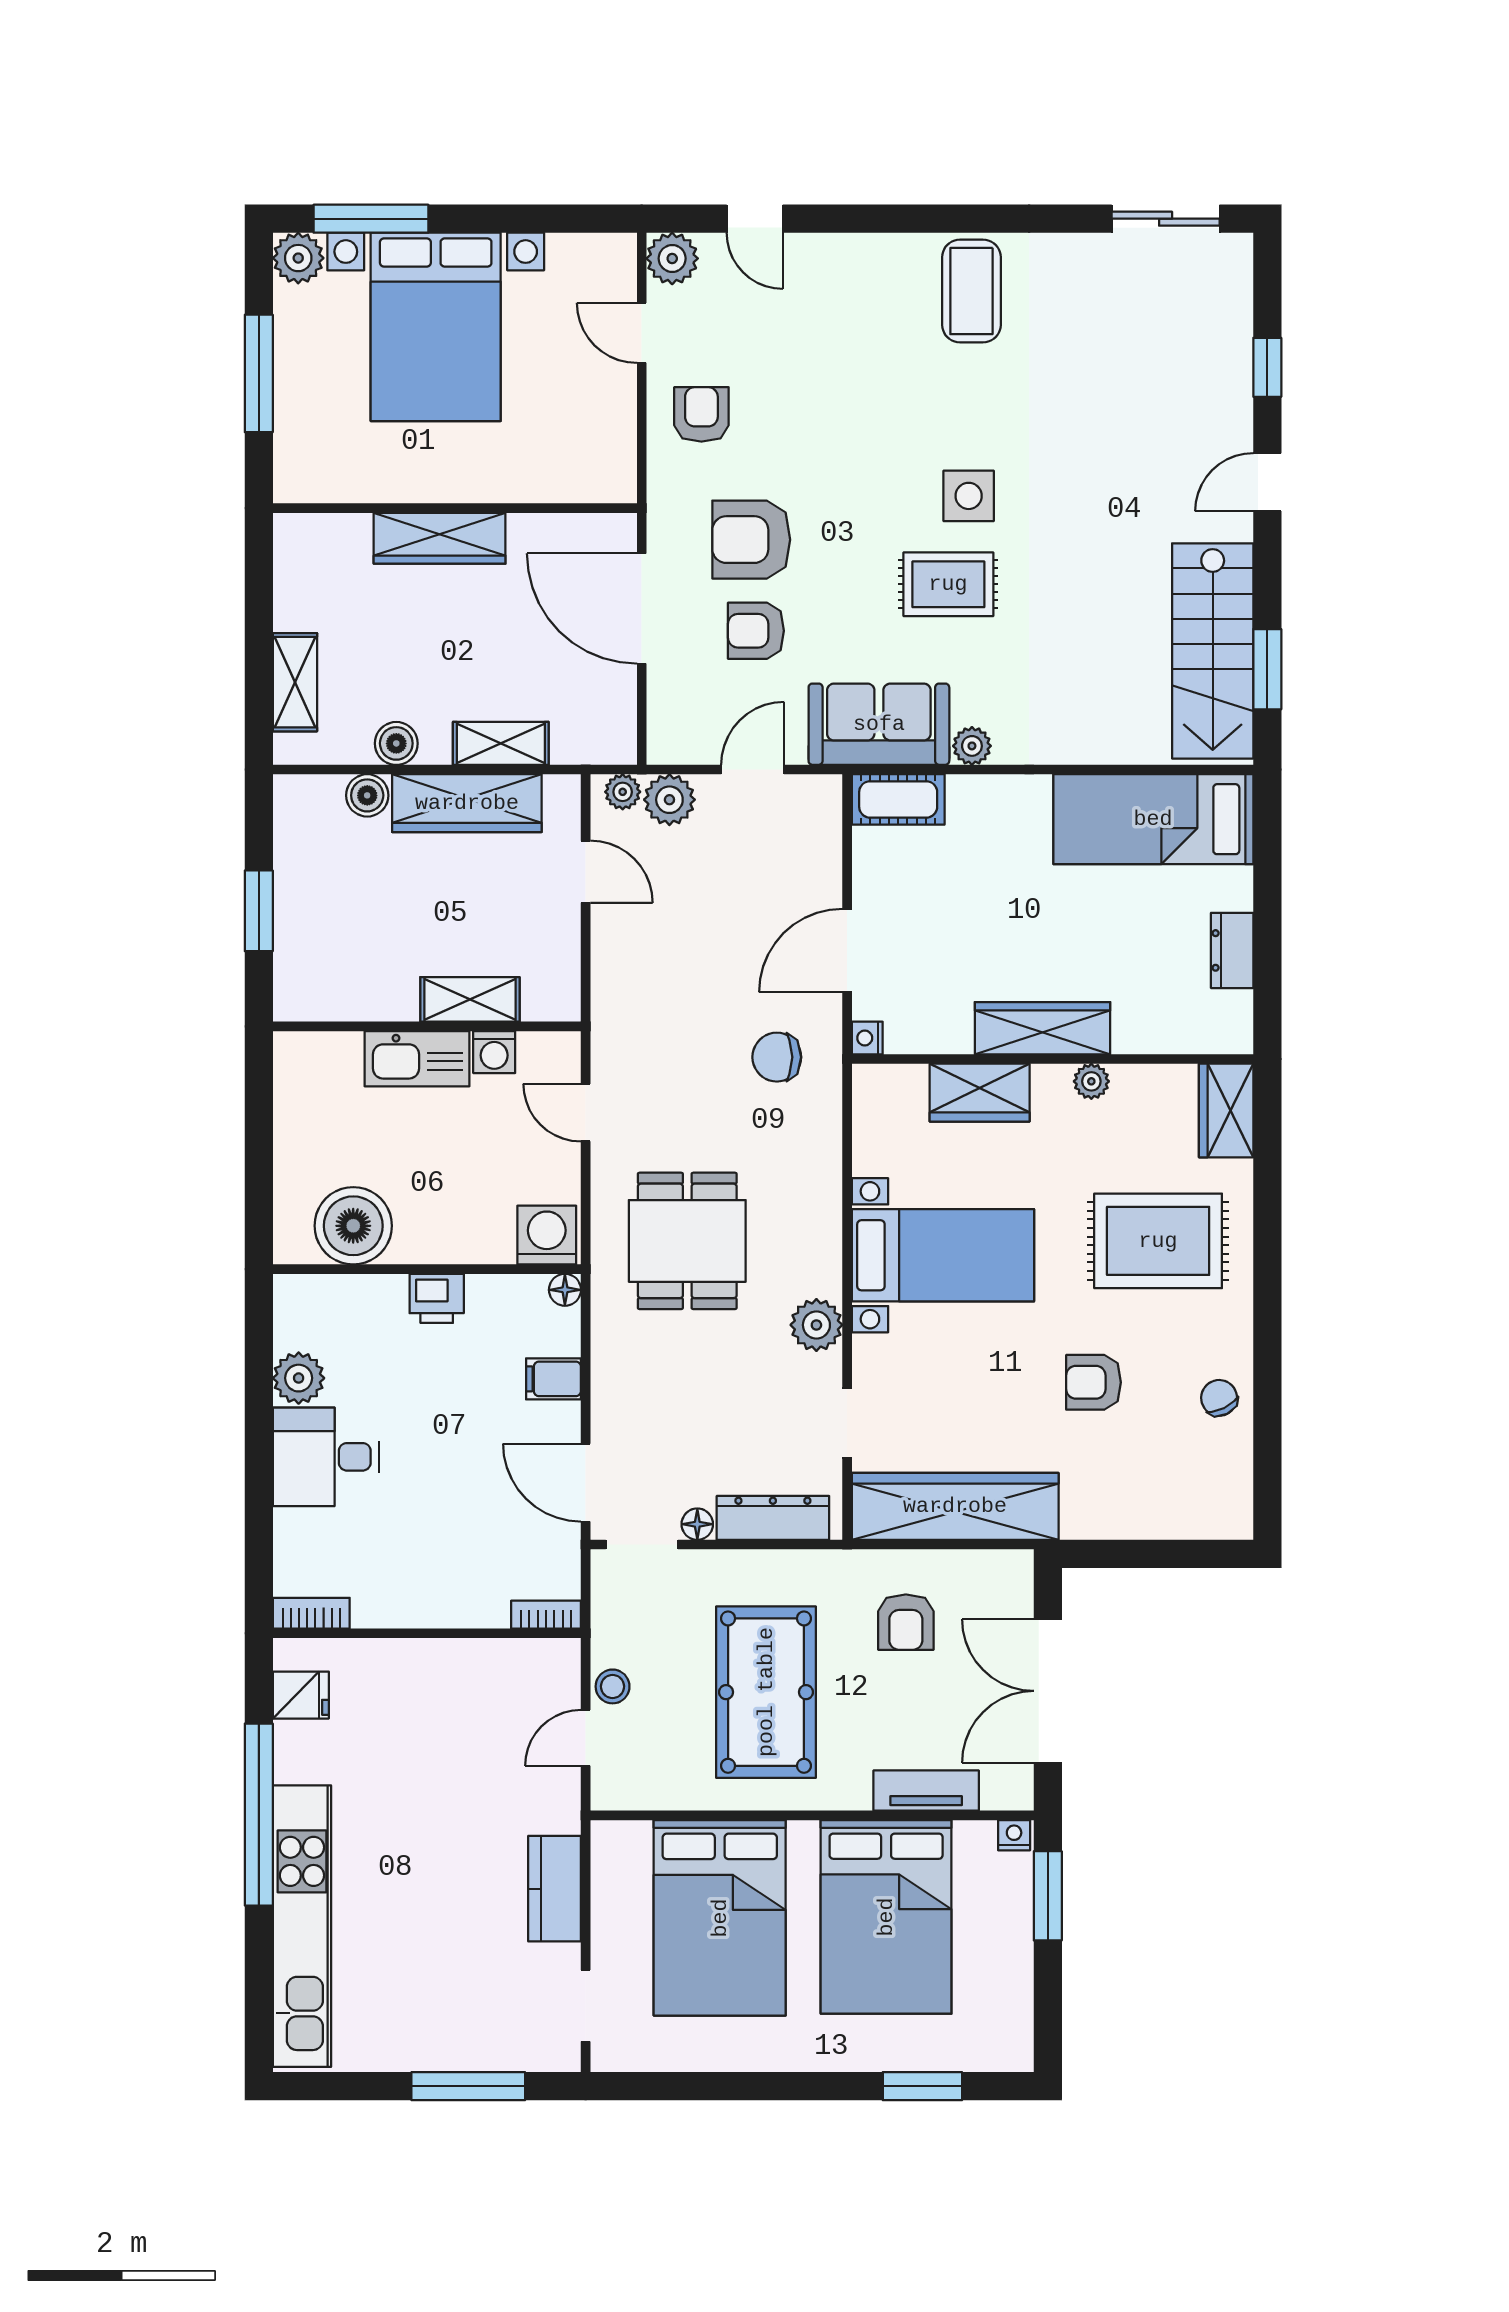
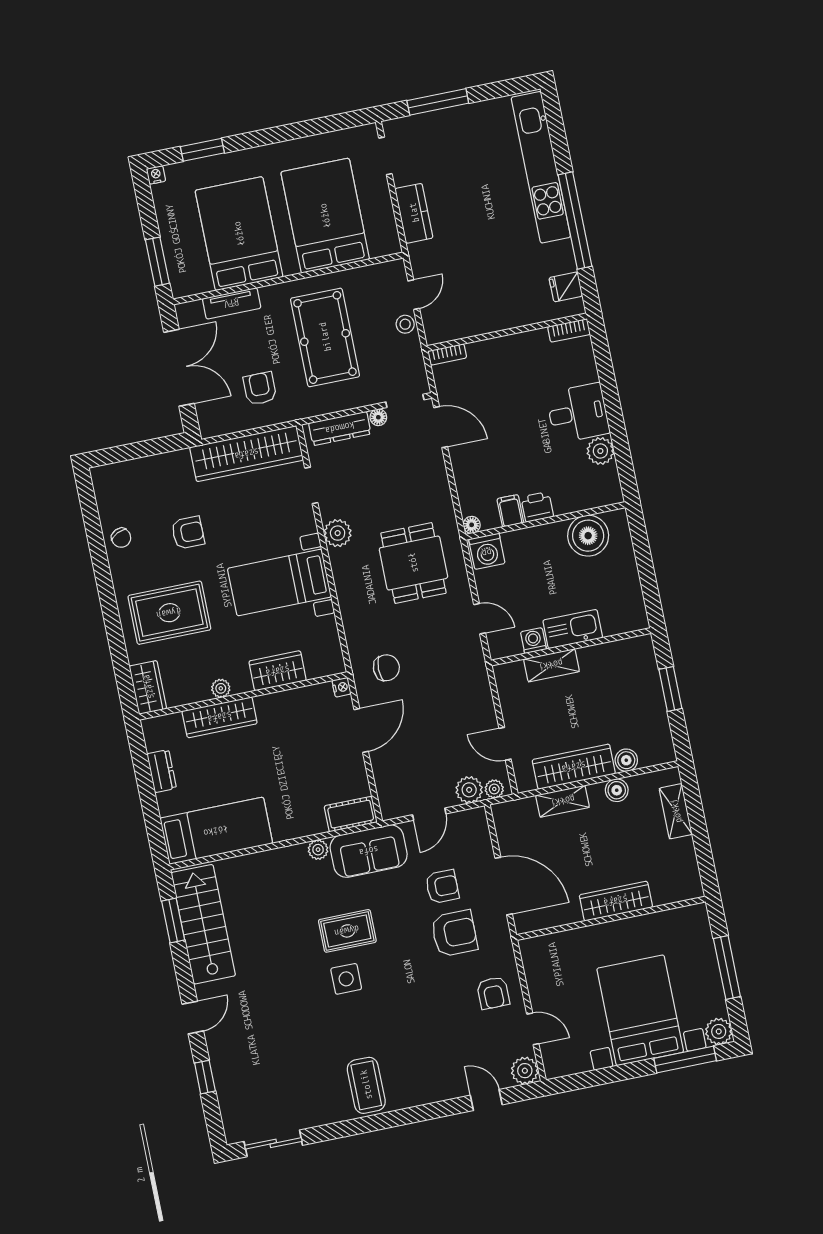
wardrobe: (1043, 1028) -> (220, 717), moved
filing cabinet: (554, 1379) -> (510, 511), moved, turned -90
nightstand: (1014, 1835) -> (156, 175), moved, turned 180

